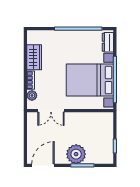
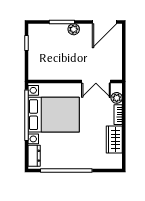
double door: (51, 111) -> (96, 81), swing flipped
plant: (76, 154) -> (74, 29), width x0.53, depth x0.53

